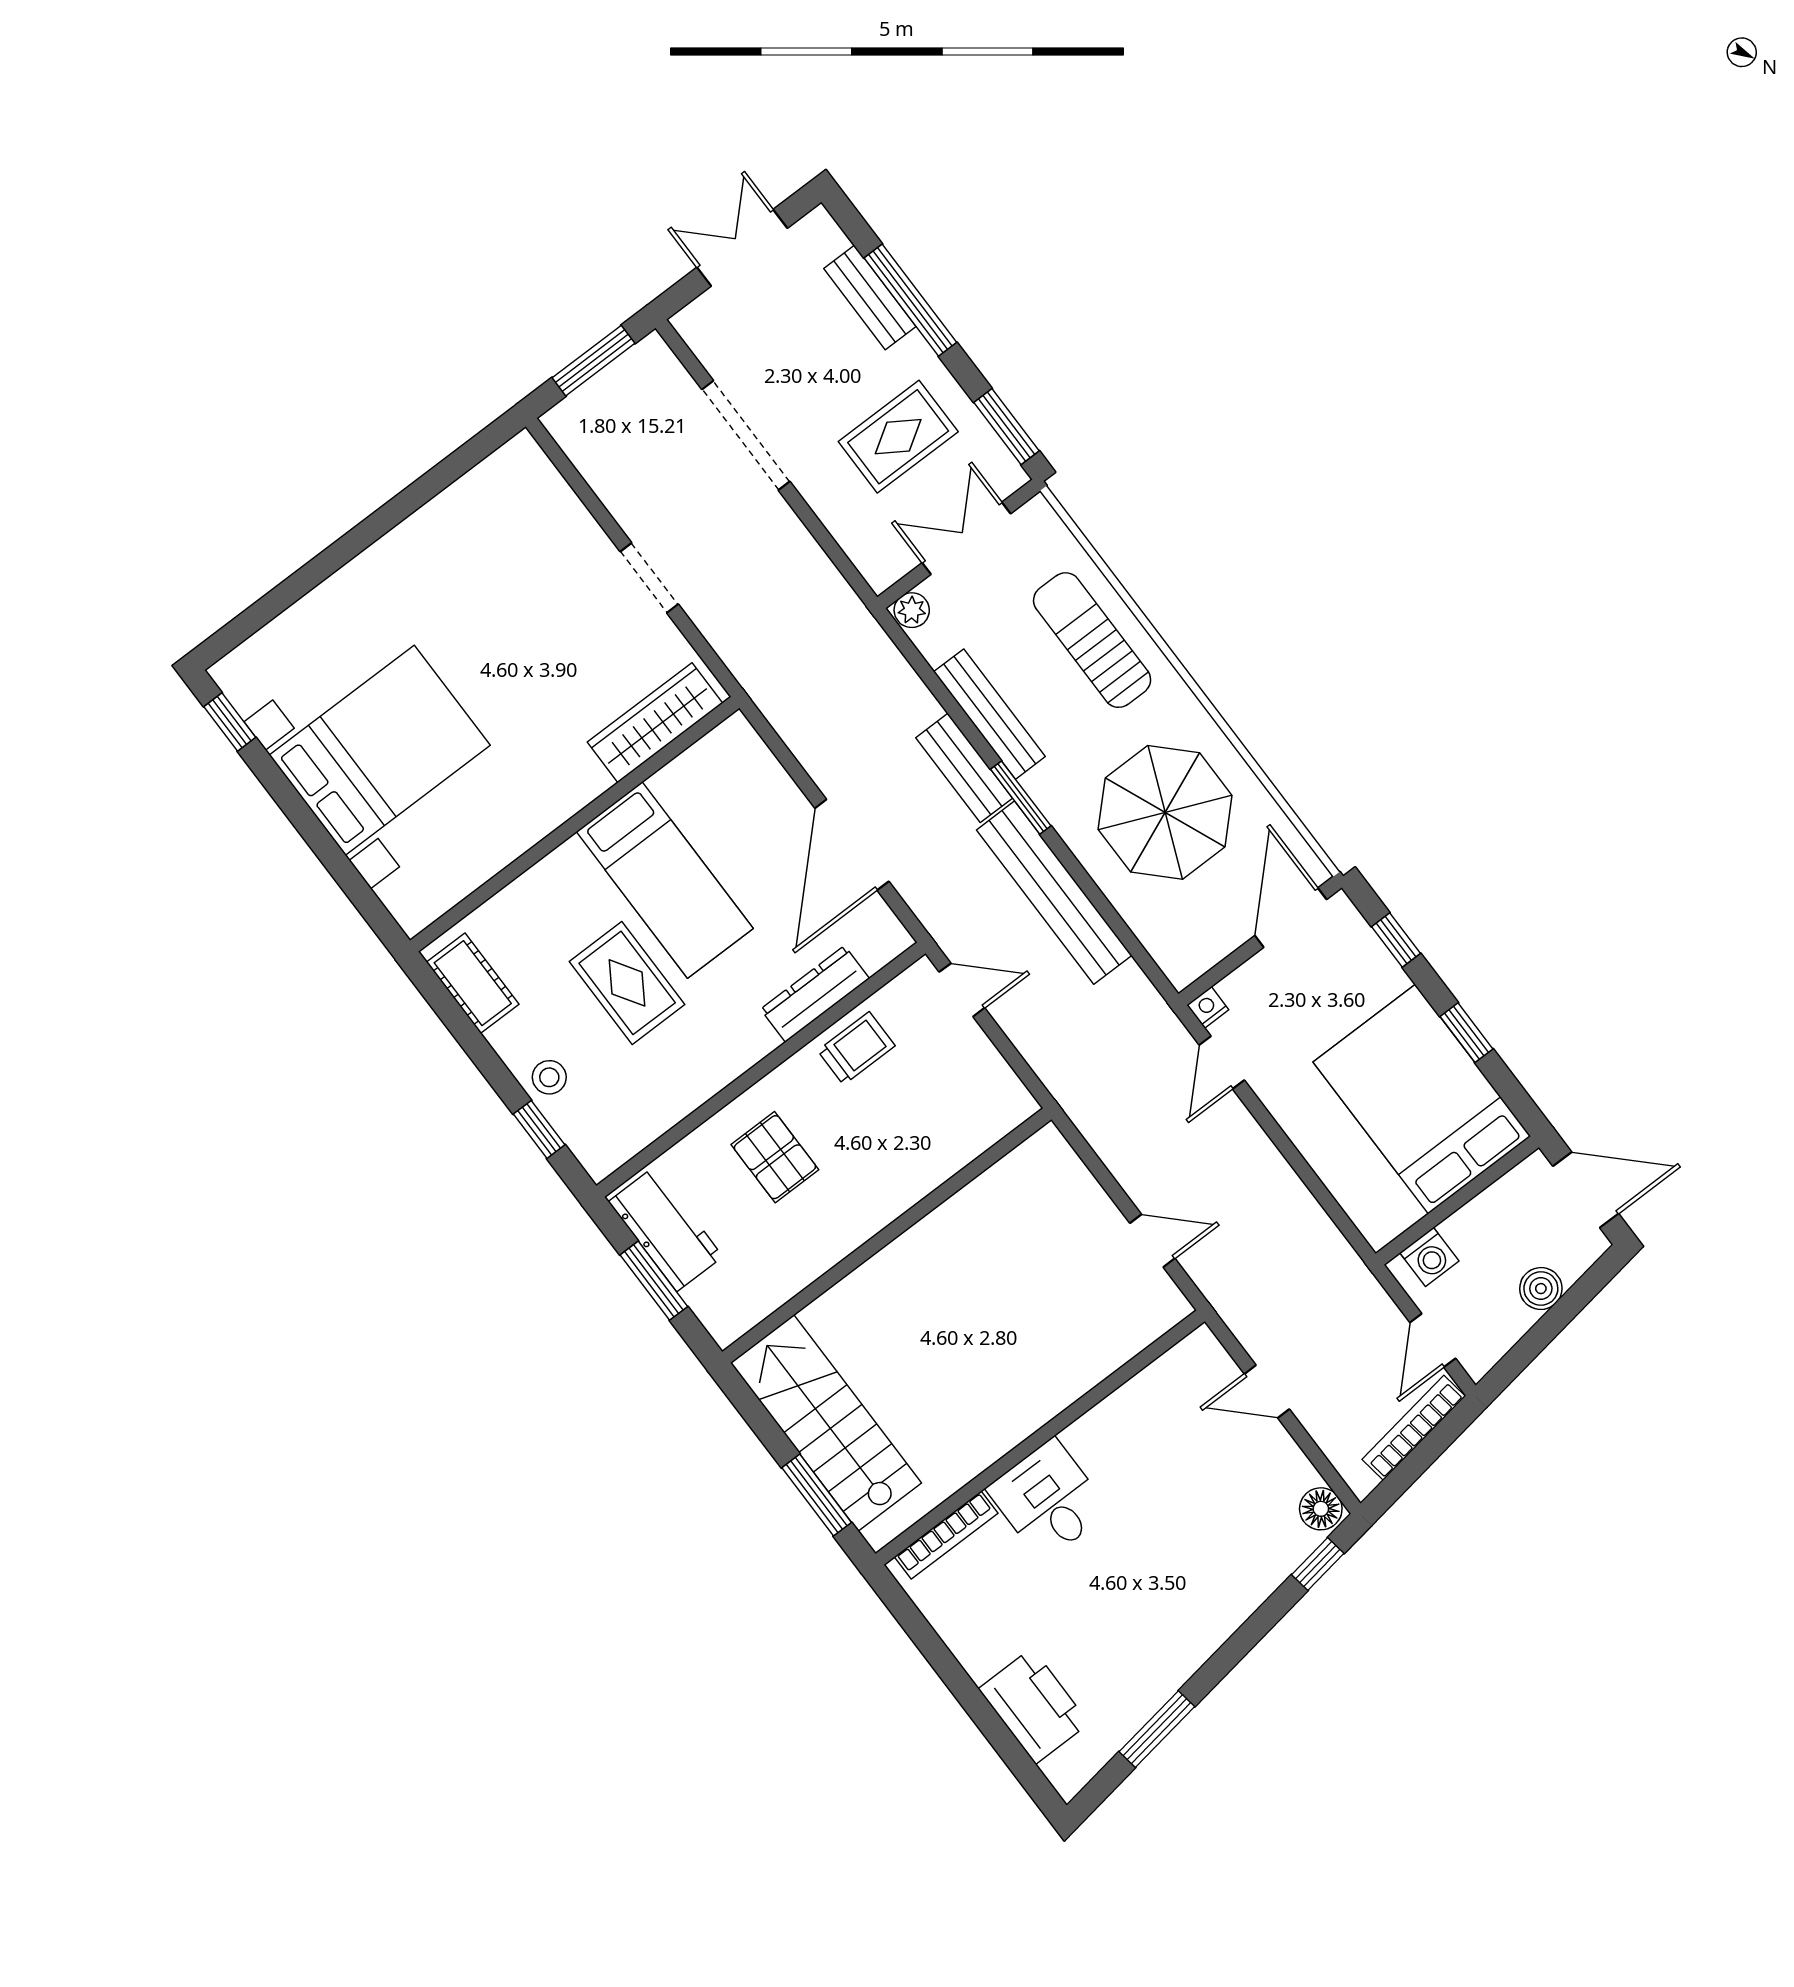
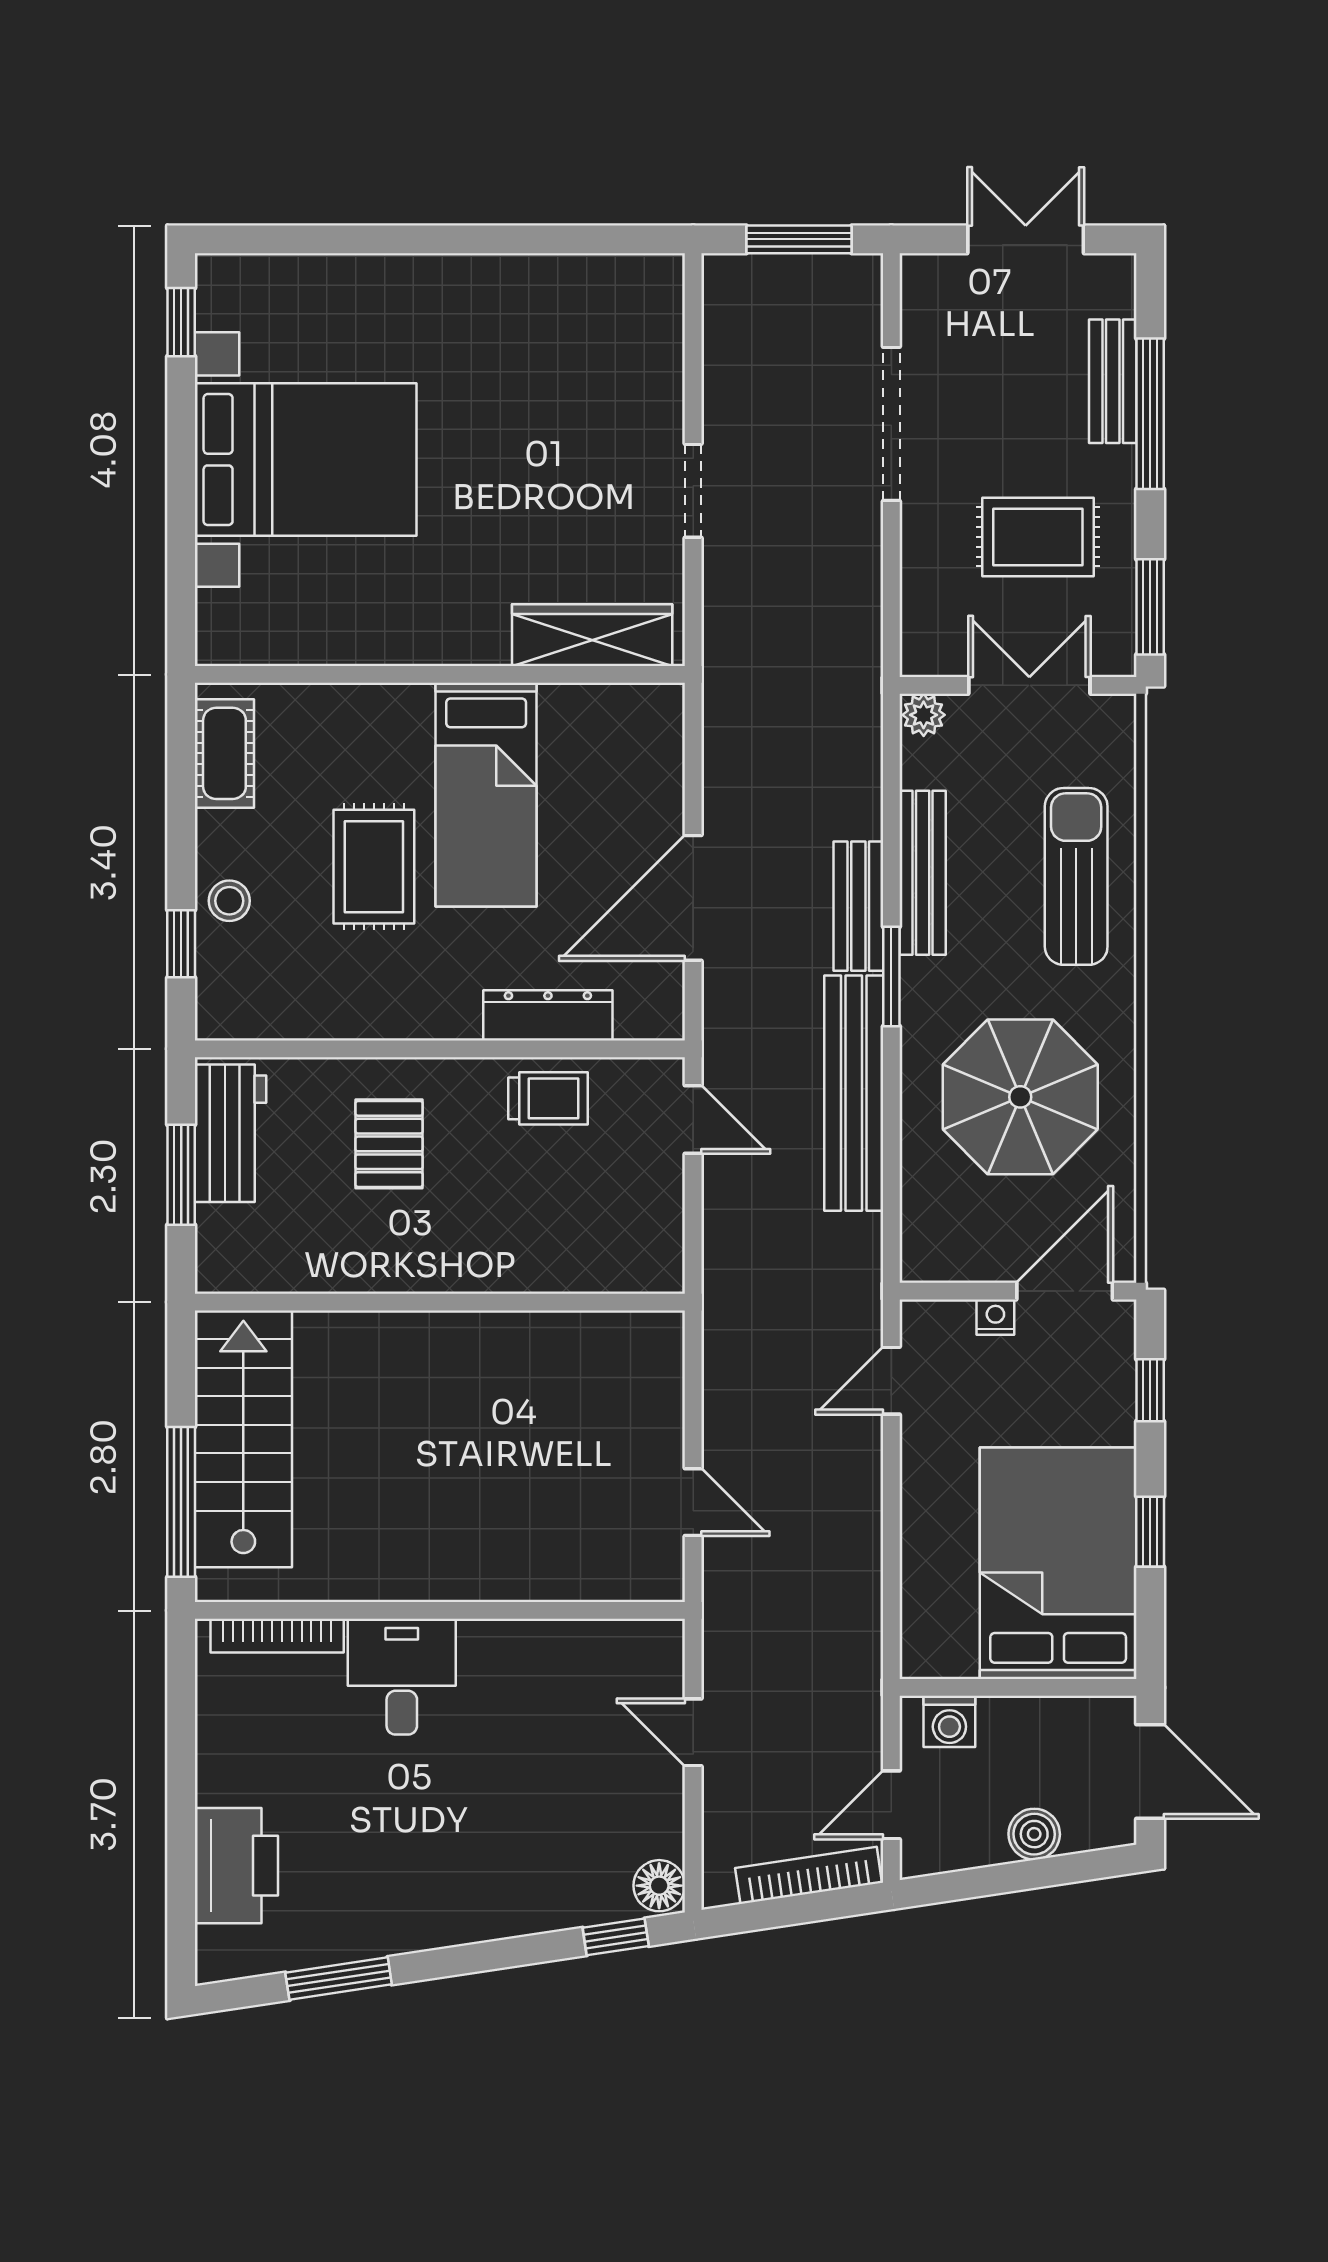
nightstand: (1208, 1007) -> (995, 1317), moved
window: (817, 1495) -> (181, 1502), width x1.44

